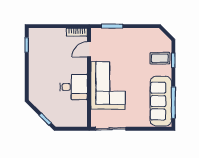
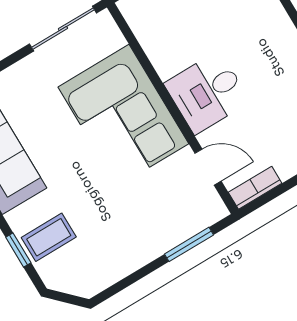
door: (89, 49) -> (208, 167), hinge flipped
desk: (74, 87) -> (207, 93), moved

